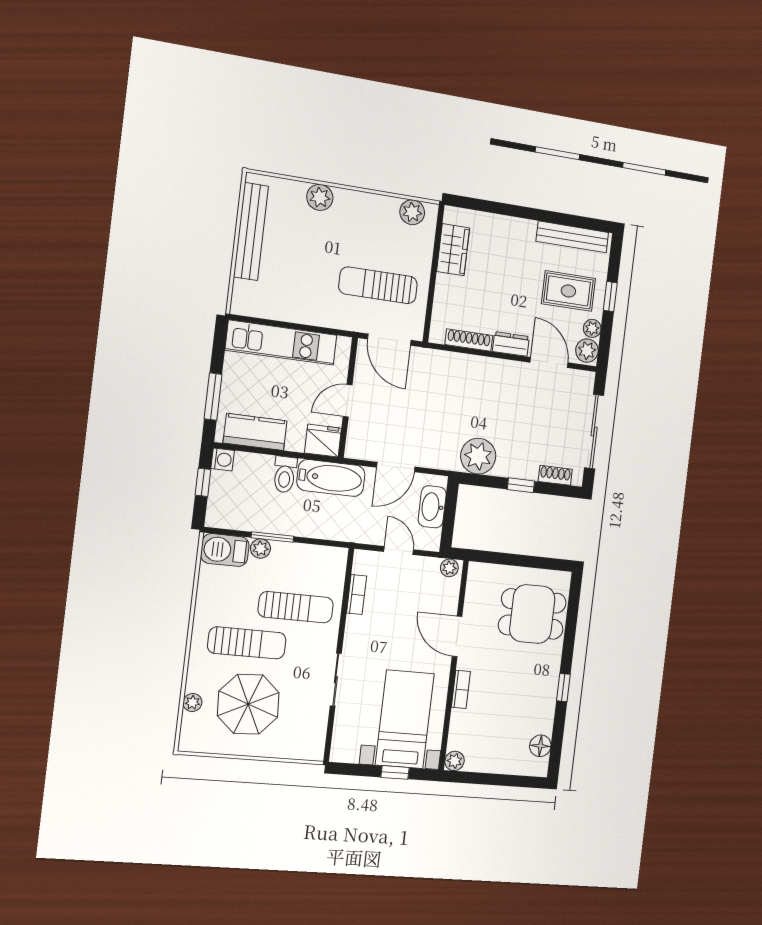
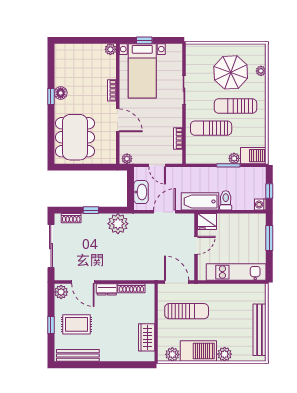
barbecue: (366, 211) -> (198, 351), added
plant: (592, 328) -> (60, 305), removed
kitchen counter: (255, 432) -> (245, 222), removed
dining table: (532, 614) -> (75, 137), width x1.38
floor lamp: (540, 746) -> (61, 93), moved

